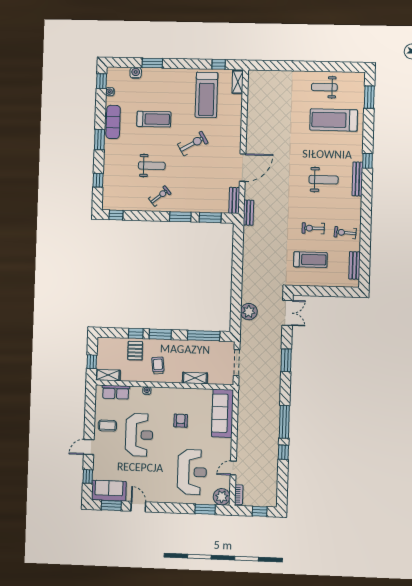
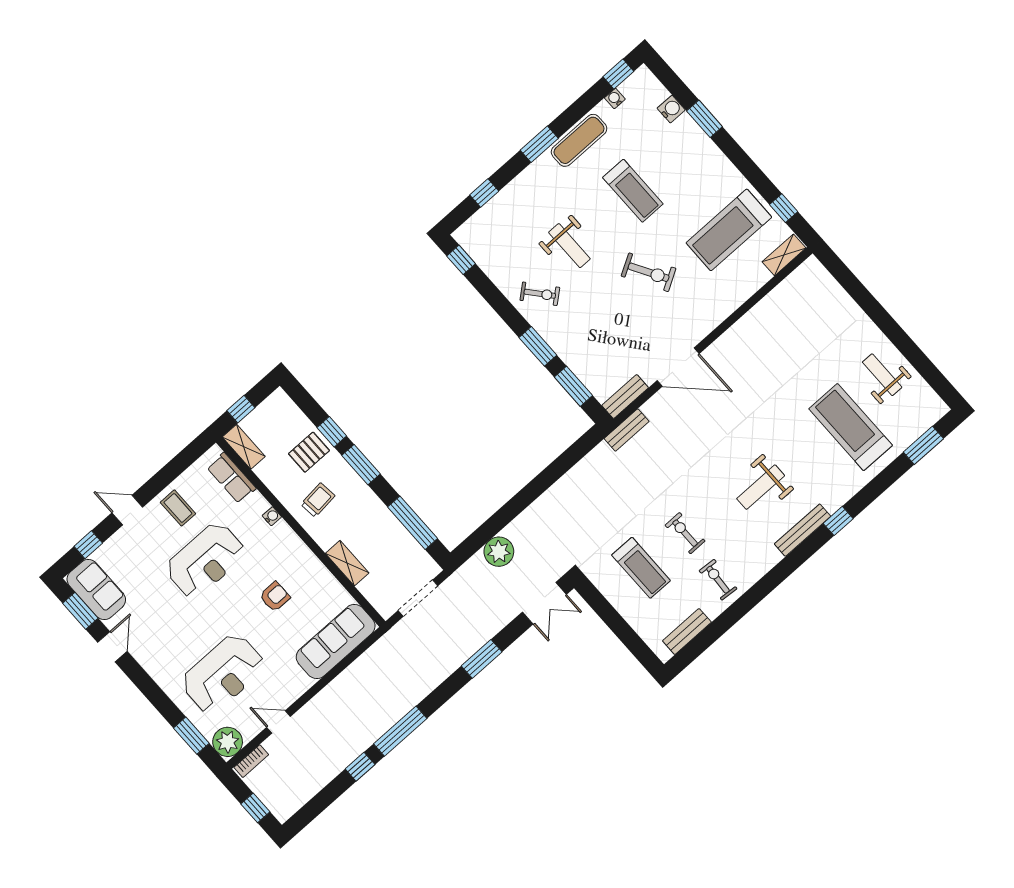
weight bench: (324, 180) -> (761, 487), turned 90

